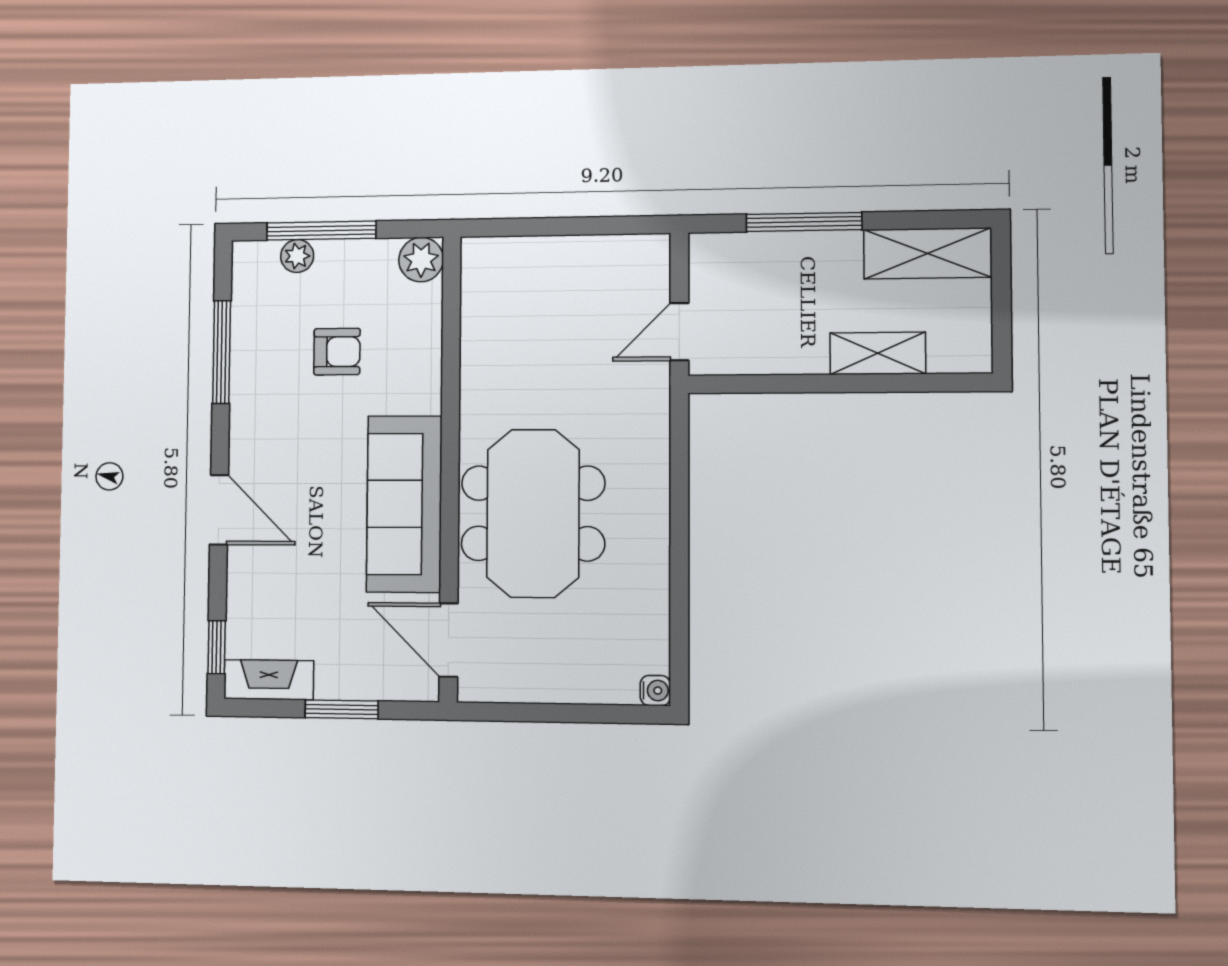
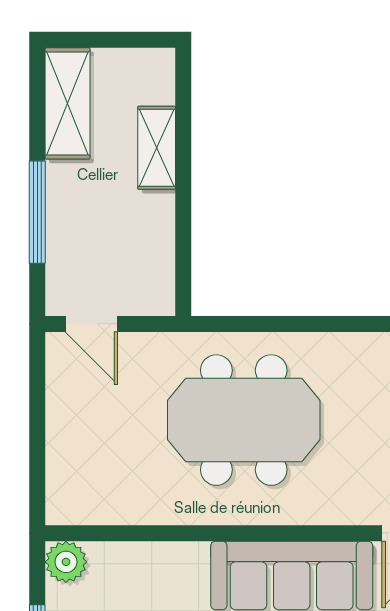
door: (679, 332) -> (91, 324), moved
meeting table: (533, 513) -> (244, 420), moved

